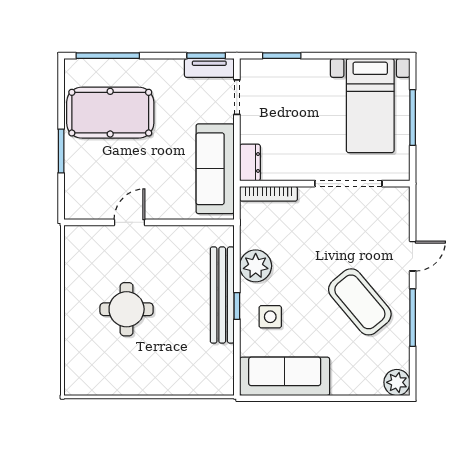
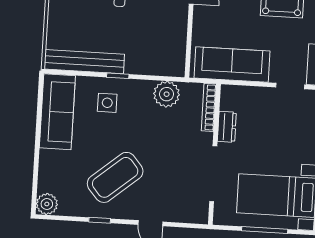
dresser: (250, 162) -> (227, 127), moved, turned -90
plant: (256, 266) -> (167, 94), moved
bench: (222, 295) -> (84, 62), moved
window: (413, 318) -> (100, 220), width x0.46

